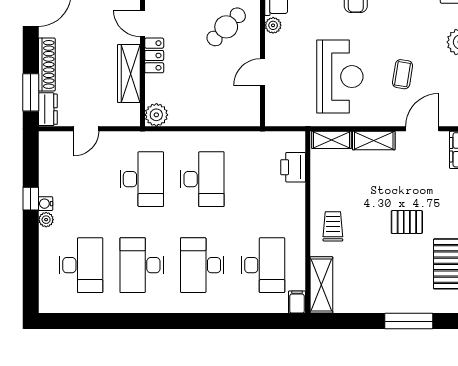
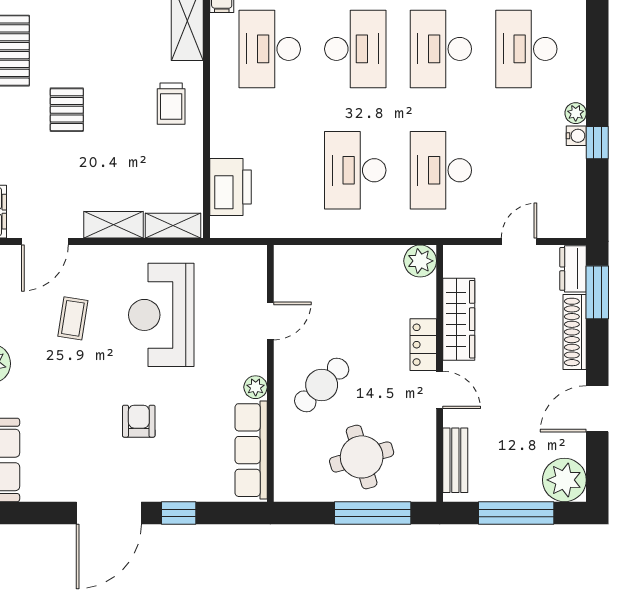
printer: (293, 167) -> (230, 187), width x1.37, depth x1.19
pallet: (407, 222) -> (67, 110), turned 90
desk: (142, 265) -> (441, 49), turned 180

